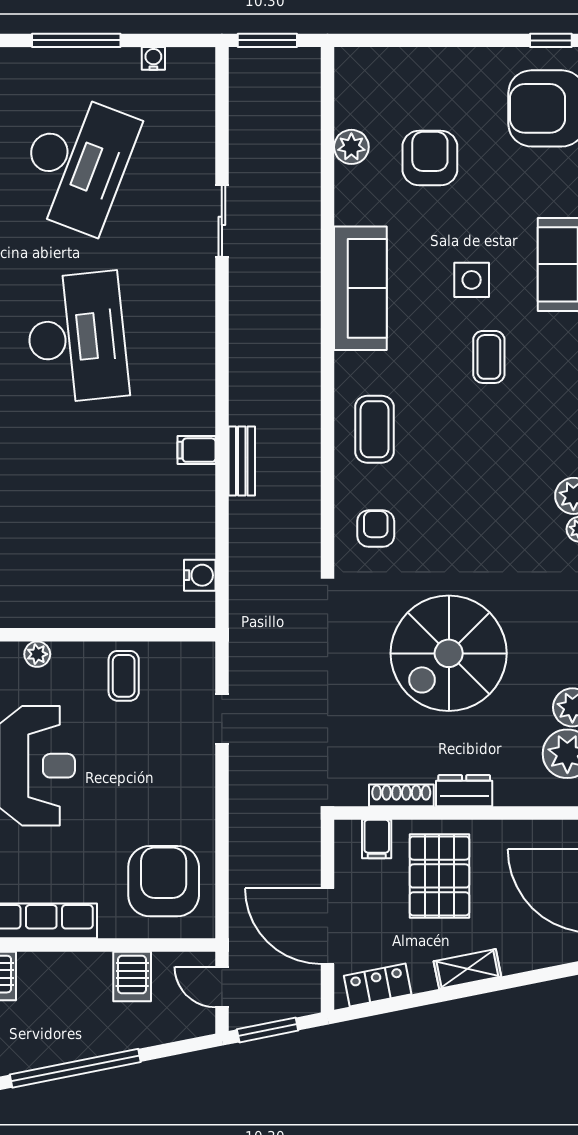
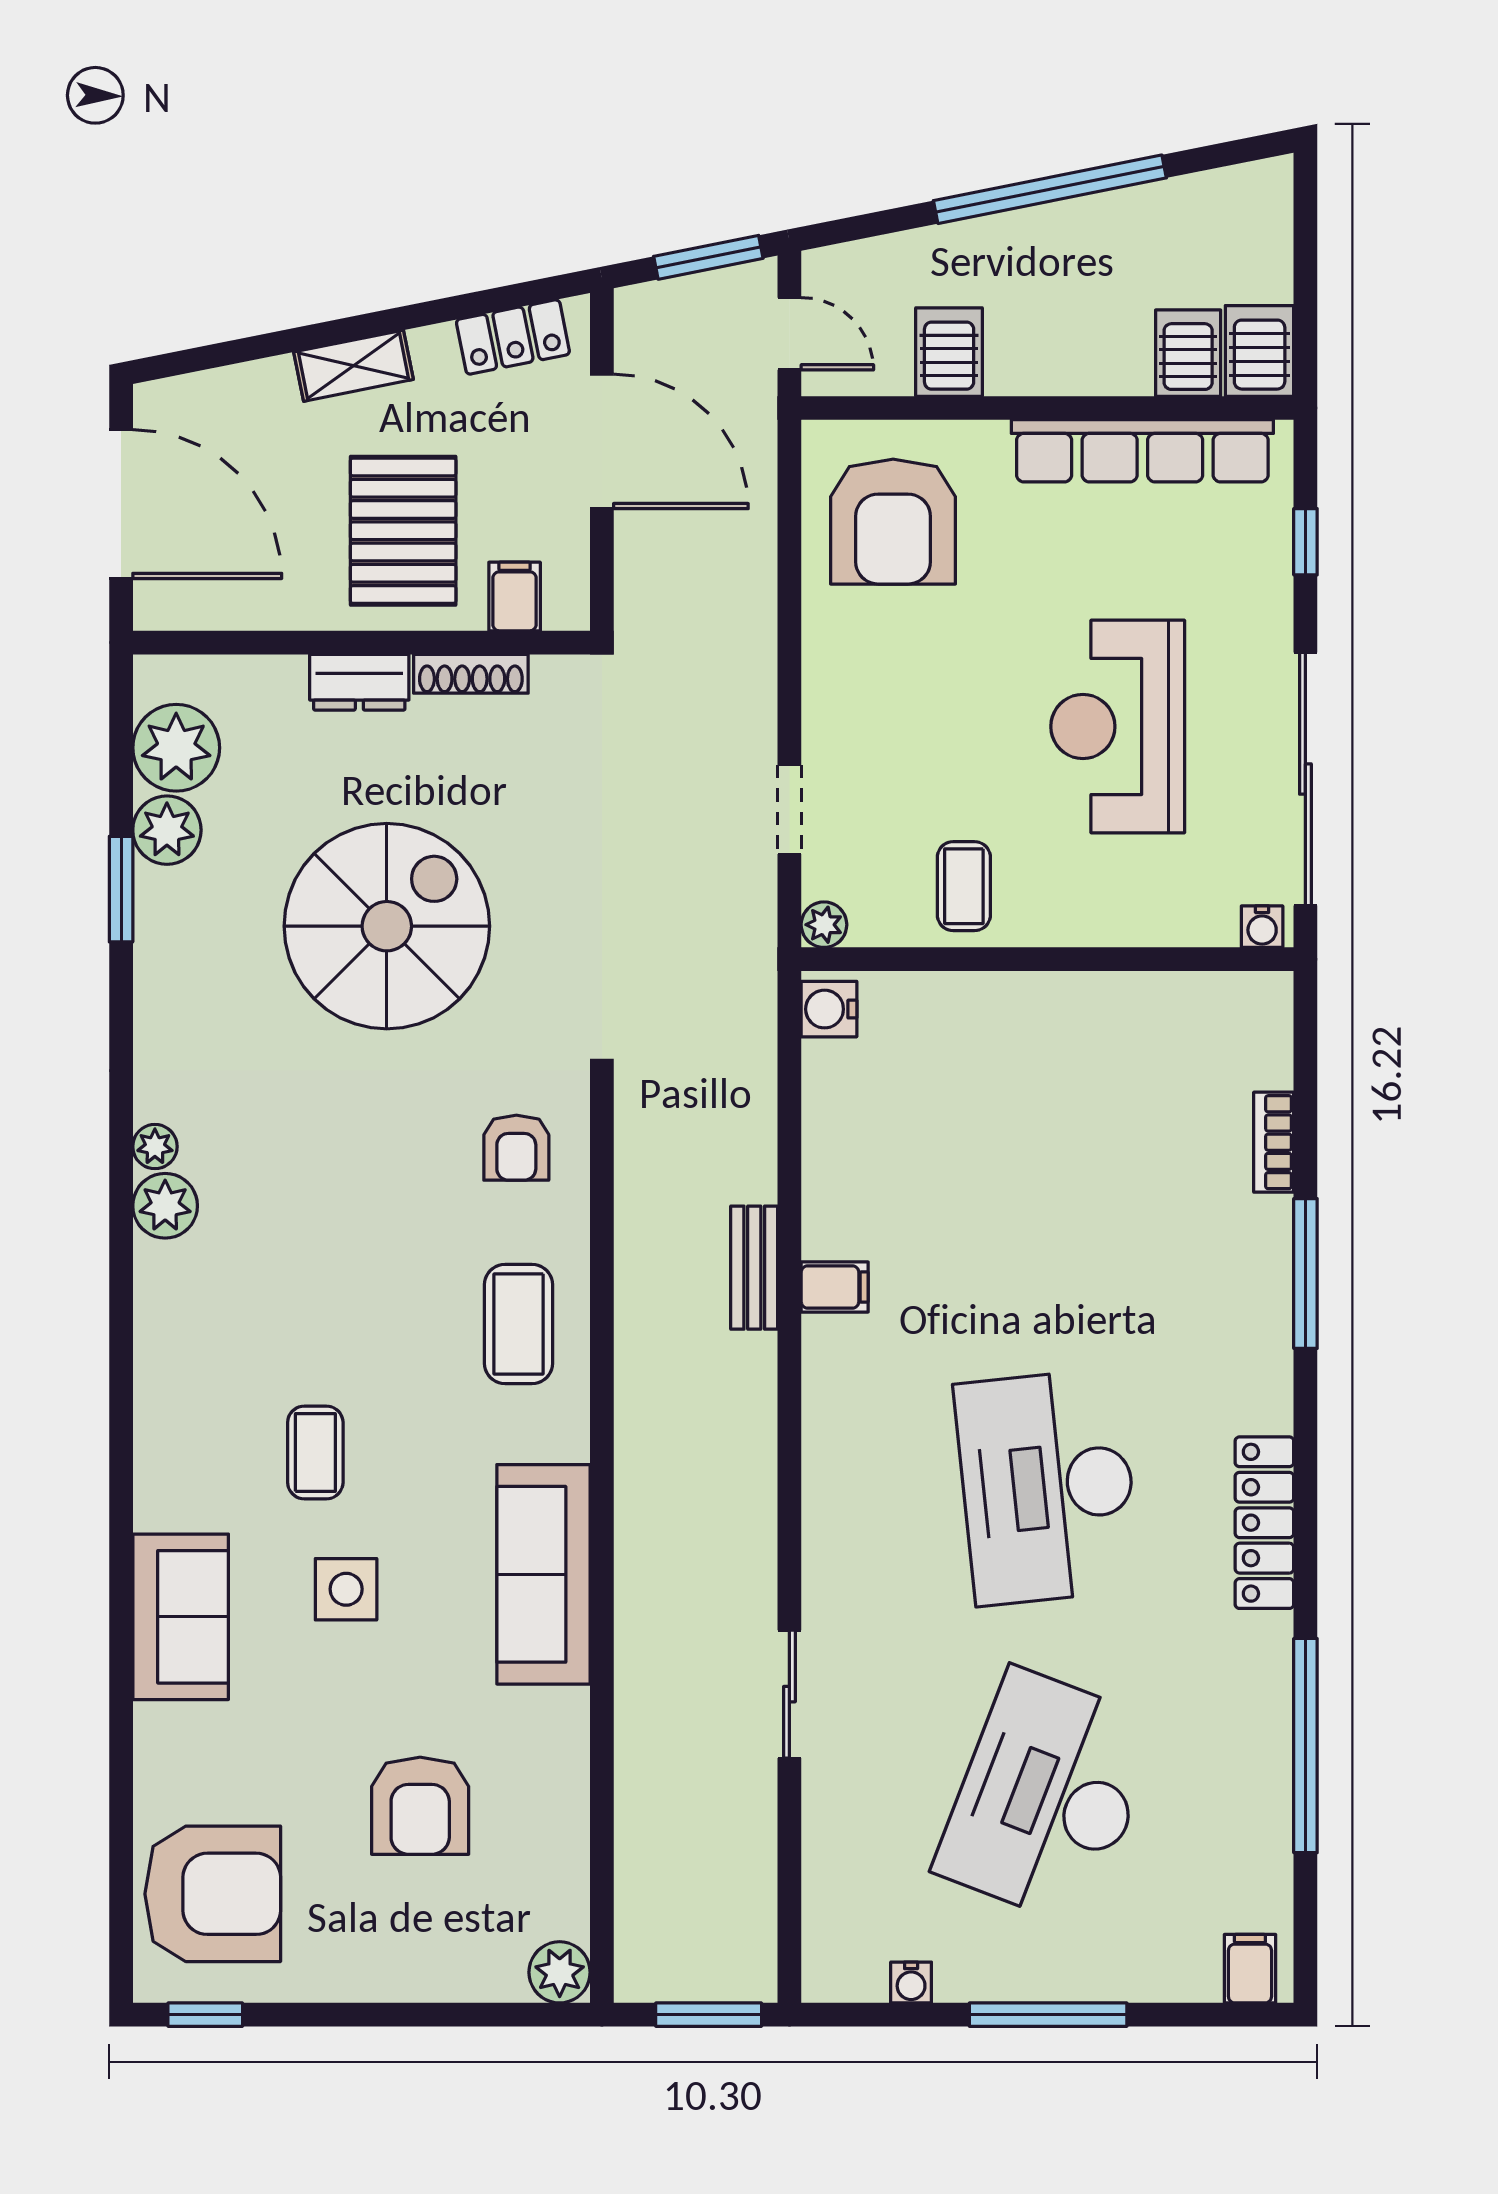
plant: (351, 147) -> (560, 1972), moved
water cooler: (200, 575) -> (829, 1009), moved
plant: (37, 654) -> (824, 925), moved

